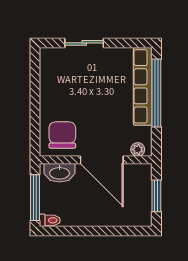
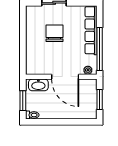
window: (156, 93) -> (100, 49), moved
chair: (62, 135) -> (54, 33), moved
window: (35, 198) -> (23, 101), width x0.69

